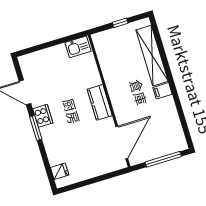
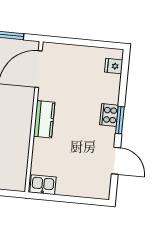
cooker: (43, 116) -> (109, 115), moved

